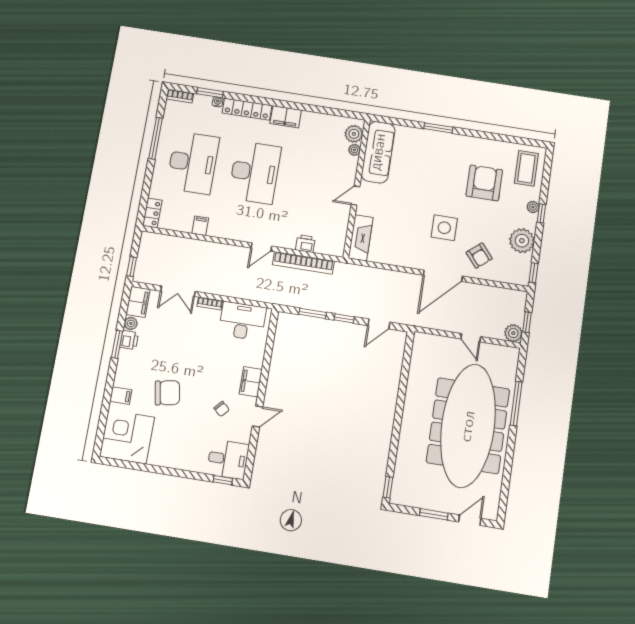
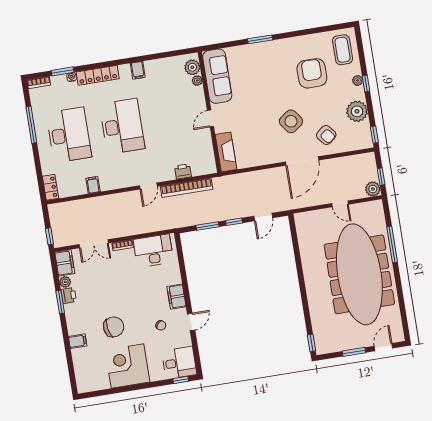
filing cabinet: (286, 117) -> (138, 70), width x0.50
side table: (444, 228) -> (291, 121), turned -37
corner desk: (127, 437) -> (128, 366), moved

